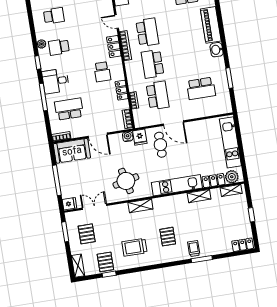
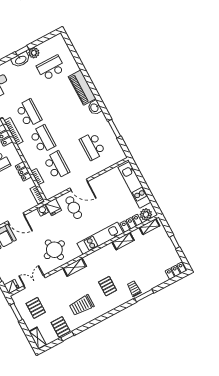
school desk: (152, 64) -> (43, 139), turned 180
school desk: (201, 88) -> (92, 146), turned 90

